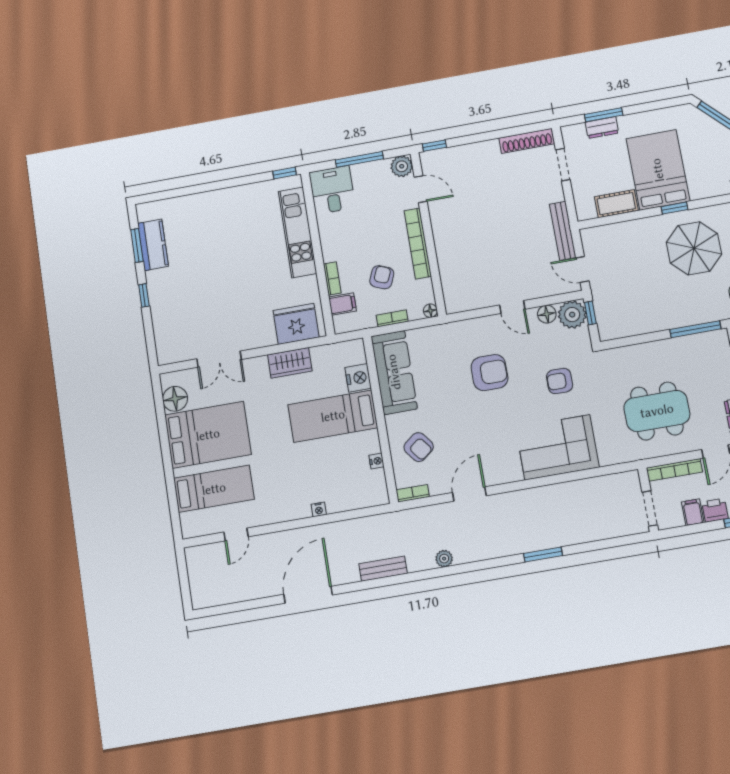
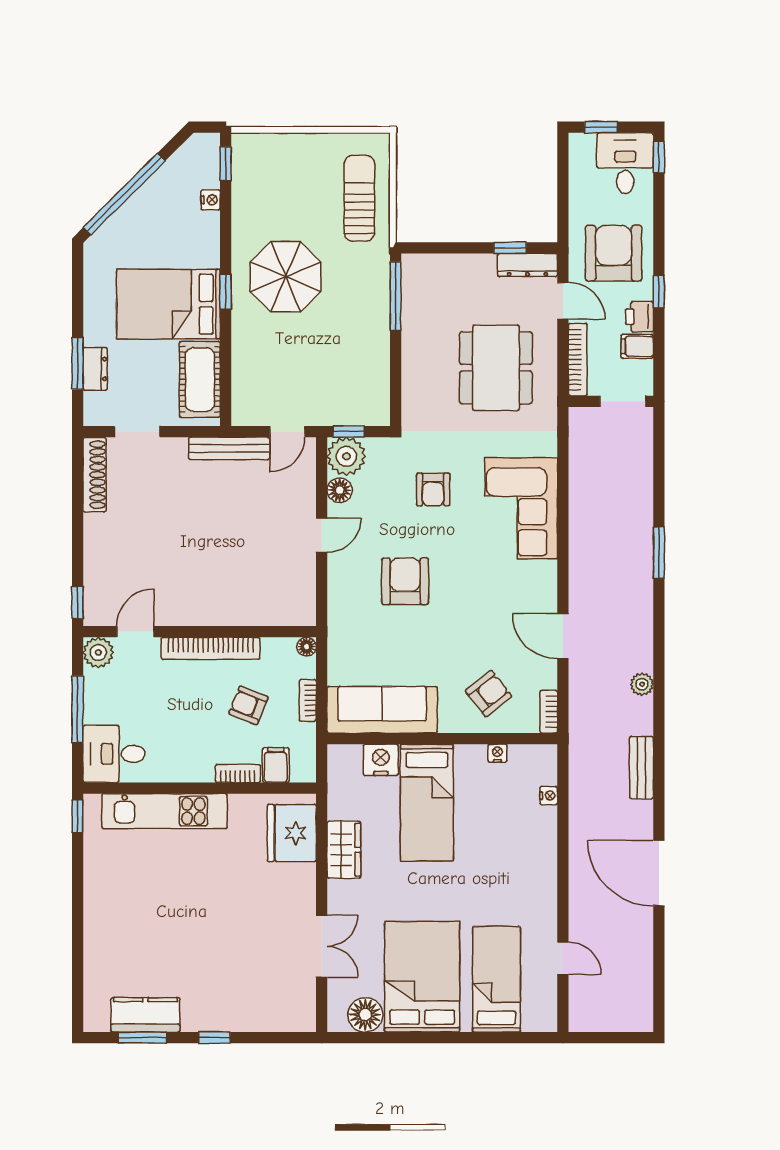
cot: (616, 204) -> (200, 379), width x1.37, depth x1.34
nightstand: (319, 509) -> (549, 796), moved

